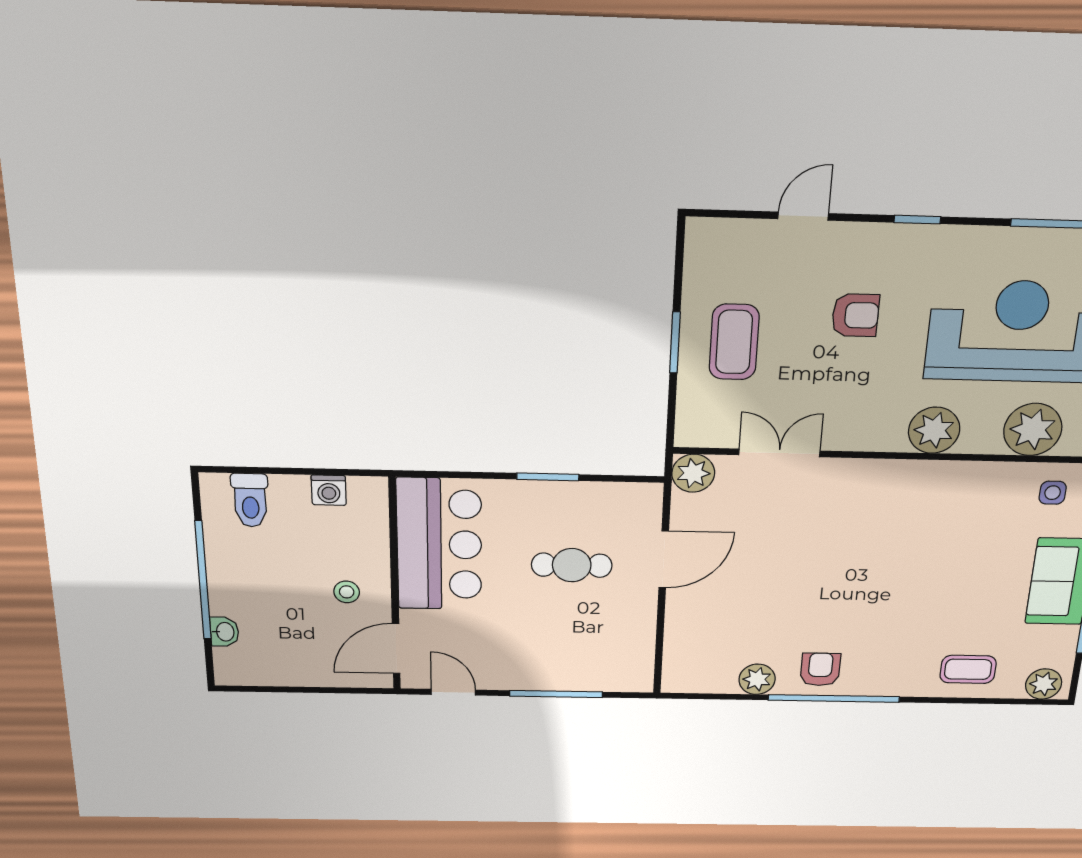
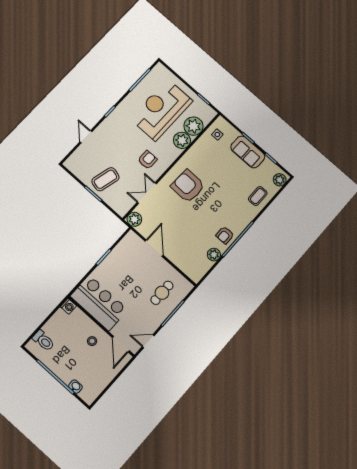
armchair: (855, 315) -> (148, 160), moved
coffee table: (734, 342) -> (105, 179), turned -76
plant: (934, 430) -> (182, 140), moved
washing machine: (329, 490) -> (68, 306), moved
armchair: (871, 522) -> (188, 186), added
cafe table: (572, 565) -> (162, 293), moved
armchair: (820, 669) -> (225, 235), turned -90

